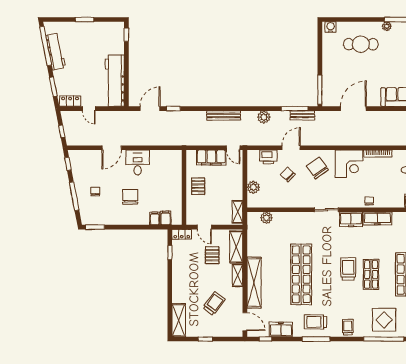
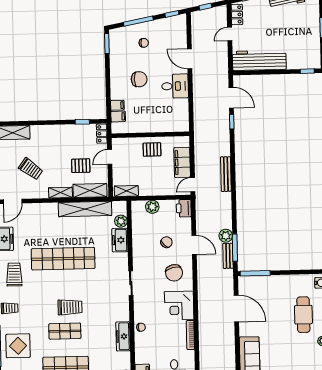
plant: (264, 117) -> (226, 236), moved
printer: (268, 157) -> (184, 208), moved
chair: (318, 168) -> (174, 273), turned 111
freezer: (351, 219) -> (120, 240), moved
shelving: (254, 283) -> (85, 209), moved

